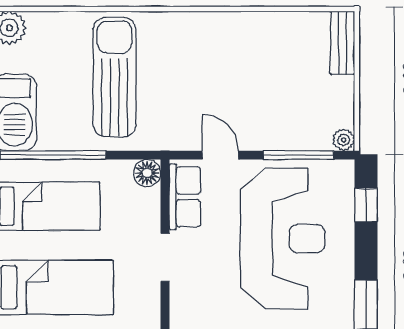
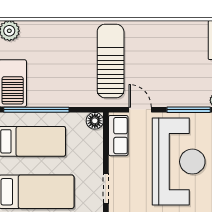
sun lounger: (115, 77) -> (111, 61), moved
doorway: (165, 257) -> (106, 189), moved

